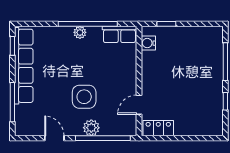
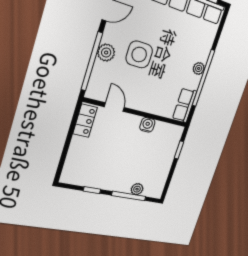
water cooler: (148, 43) -> (147, 125), moved
plant: (217, 55) -> (137, 189), added

